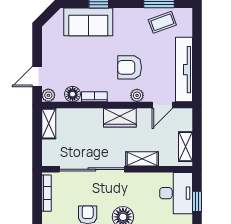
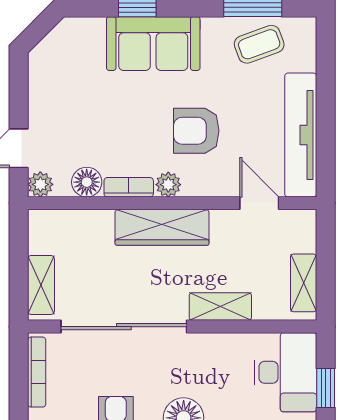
sofa: (88, 22) -> (153, 44), moved
plant: (137, 95) -> (168, 185), moved
door: (162, 105) -> (259, 203), swing flipped
wardrobe: (120, 118) -> (162, 227), width x1.50
shelving: (49, 124) -> (41, 285), moved

